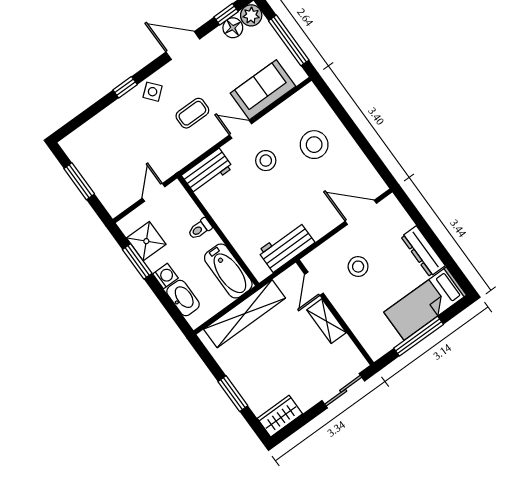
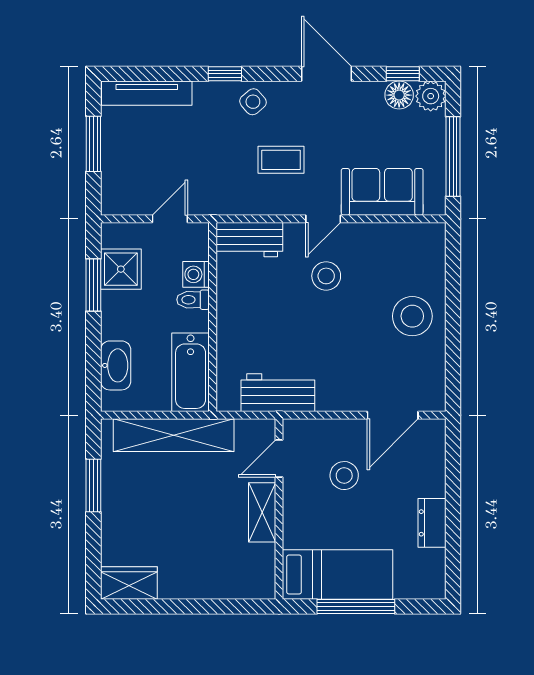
door: (241, 129) -> (323, 219), swing flipped
tv unit: (89, 131) -> (147, 93), added
stool: (314, 145) -> (412, 316), moved
door: (361, 212) -> (393, 415), swing flipped
dresser: (423, 251) -> (432, 523), width x0.70
washing machine: (165, 276) -> (196, 274), moved, turned 180
bed: (425, 304) -> (338, 575), moved, turned 180
sliding door: (343, 391) -> (223, 607), removed
window: (233, 394) -> (93, 486), moved

